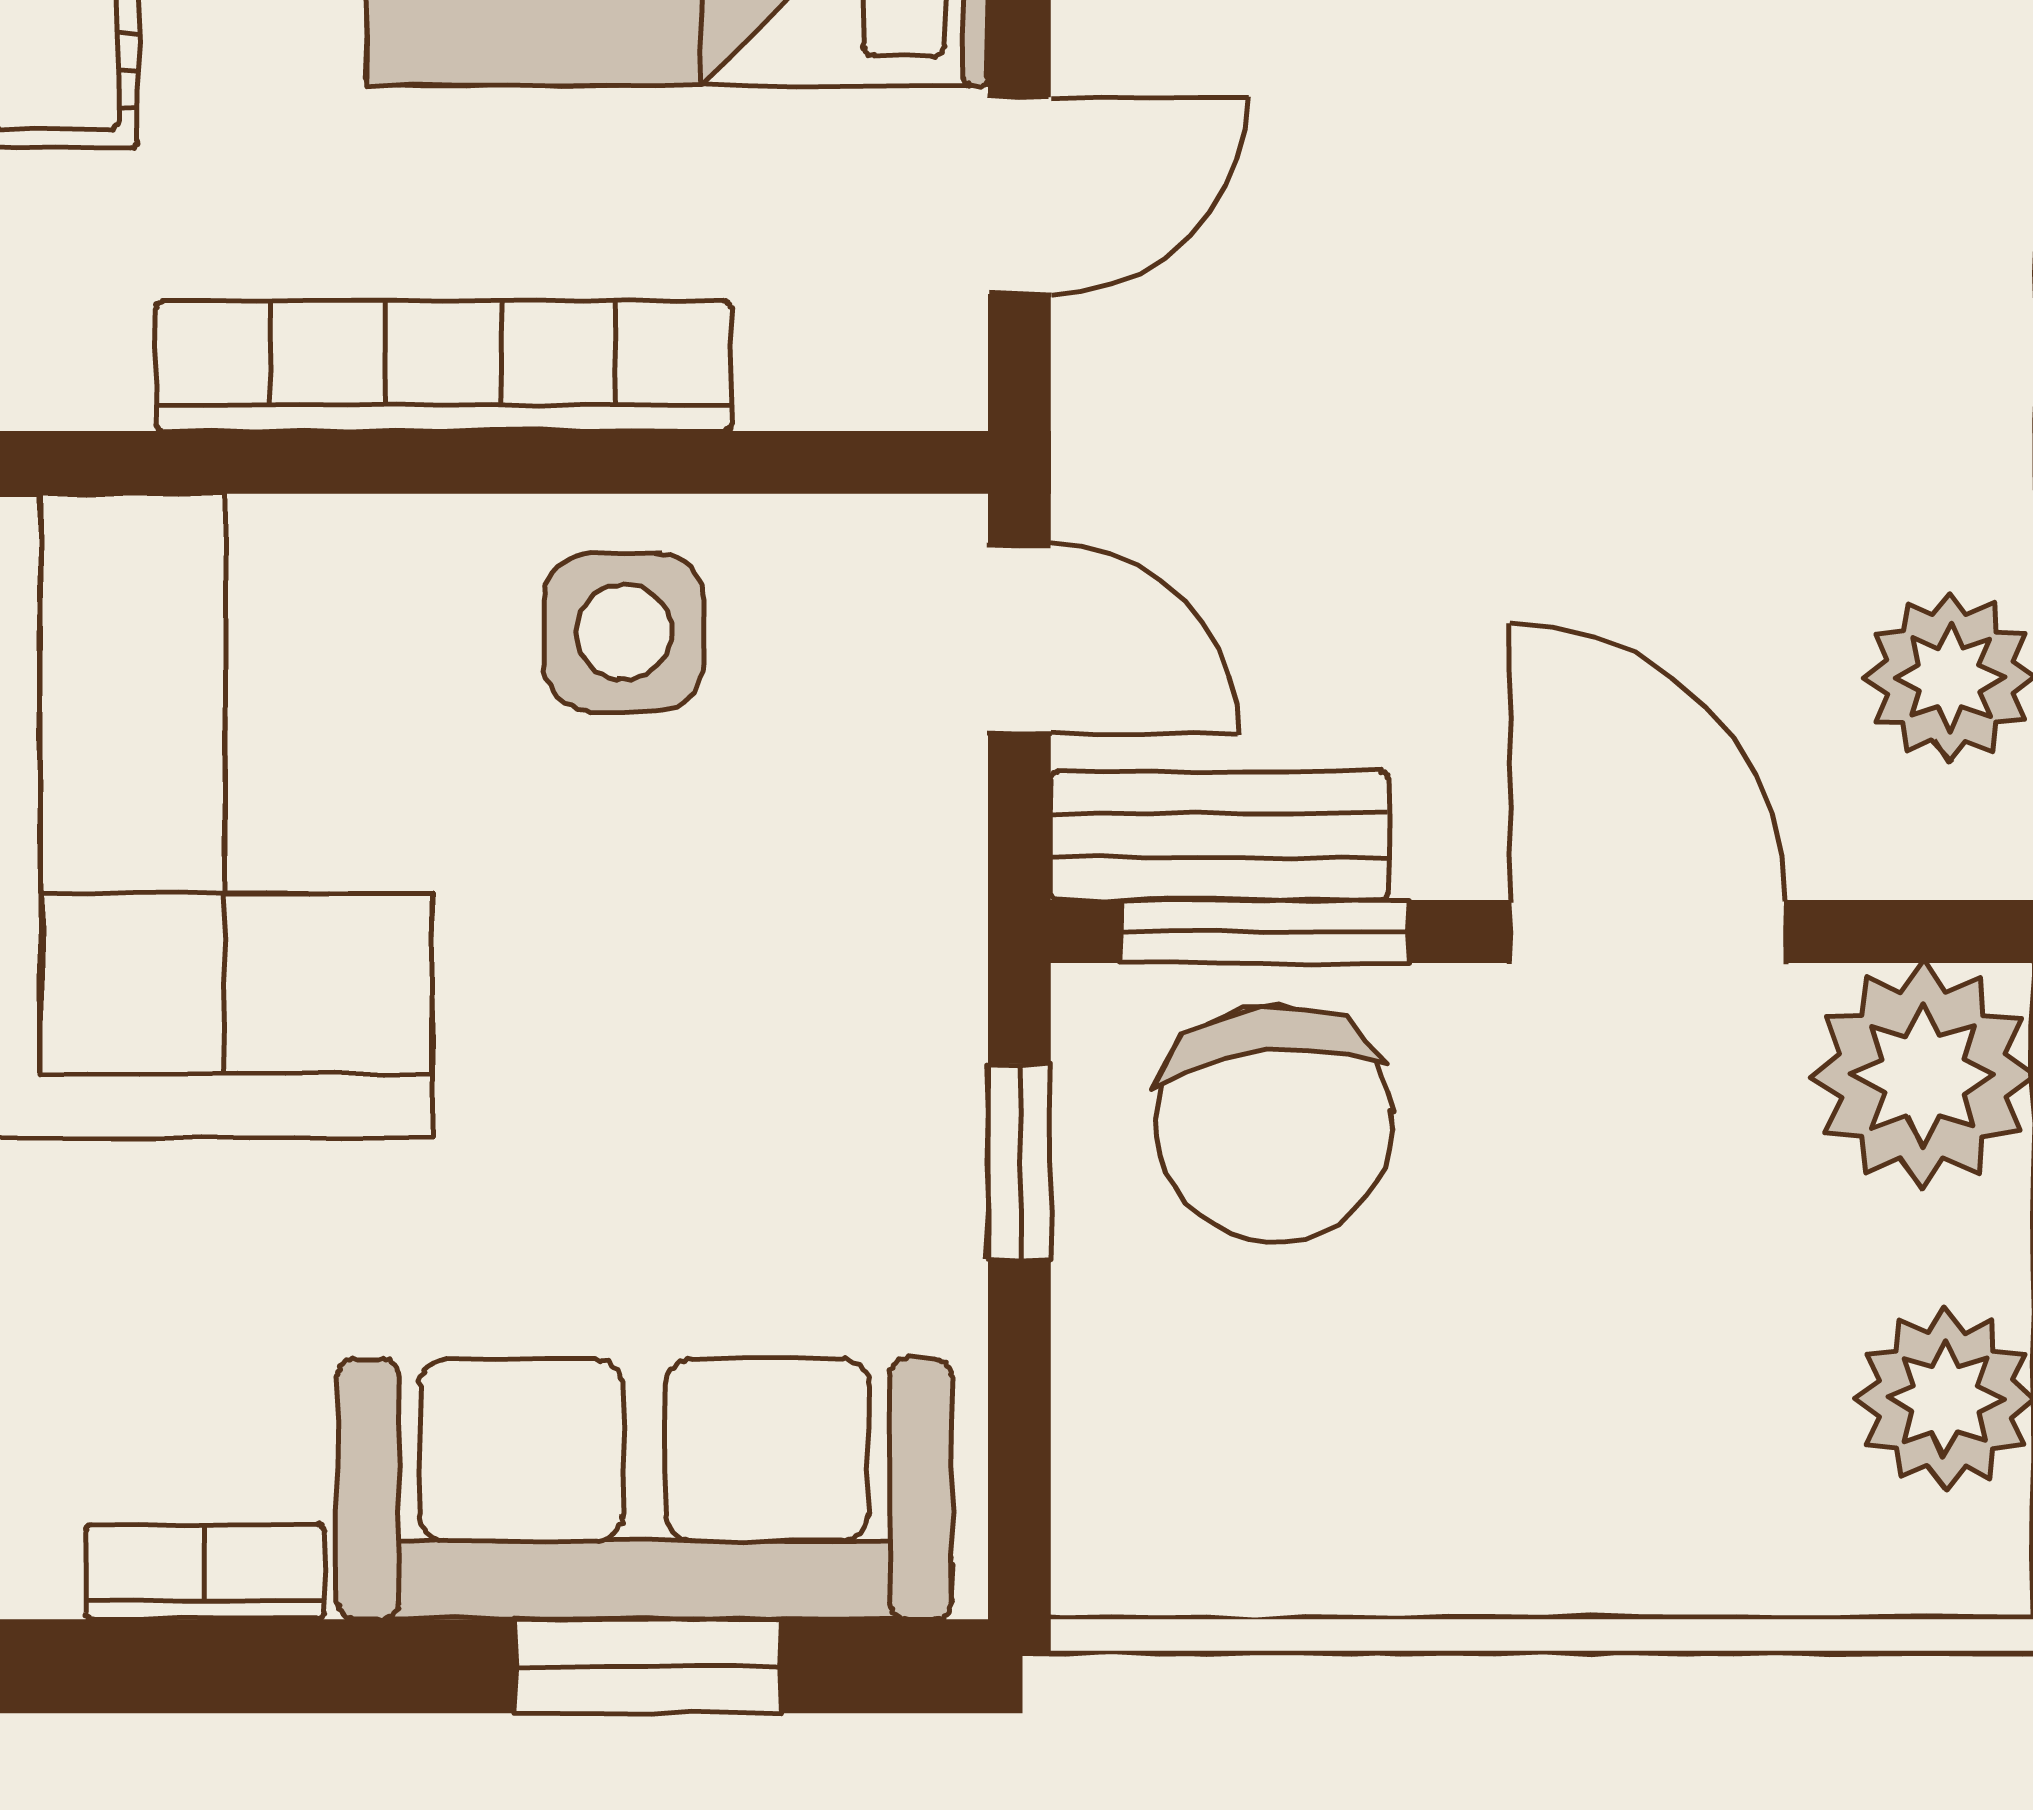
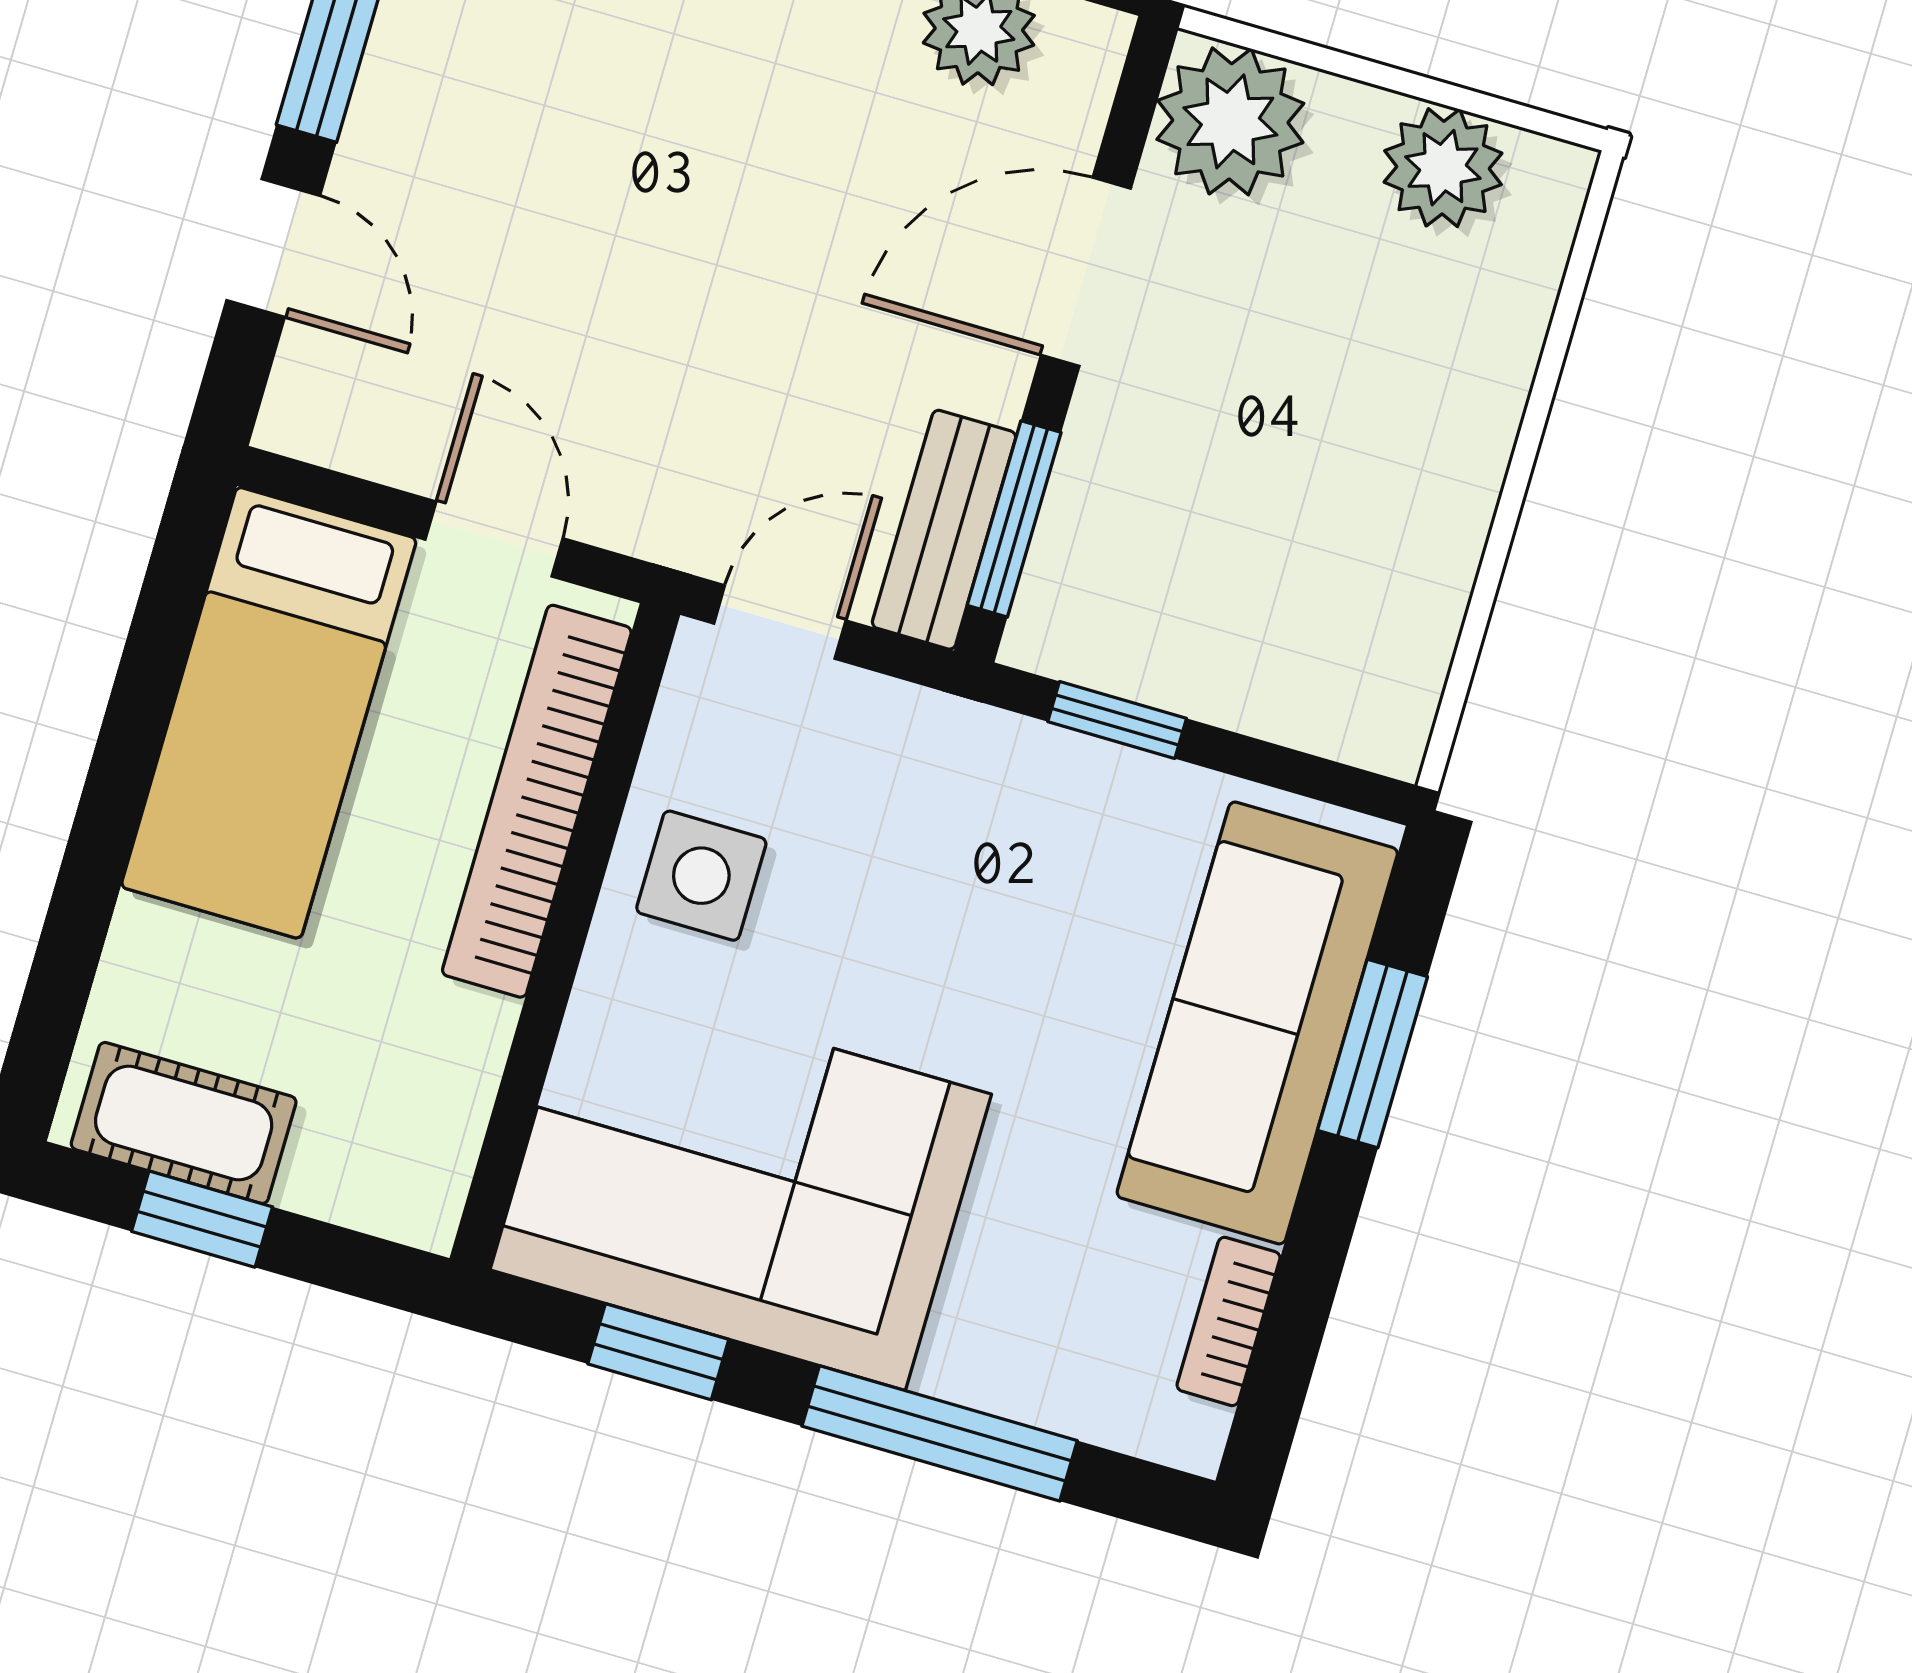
bookcase: (443, 366) -> (537, 801), moved
chair: (1274, 1124) -> (1140, 549), removed

